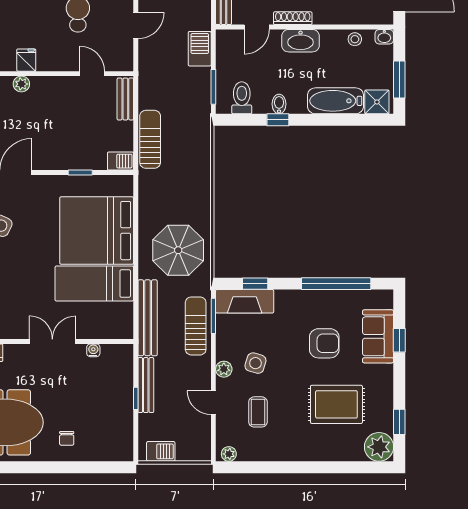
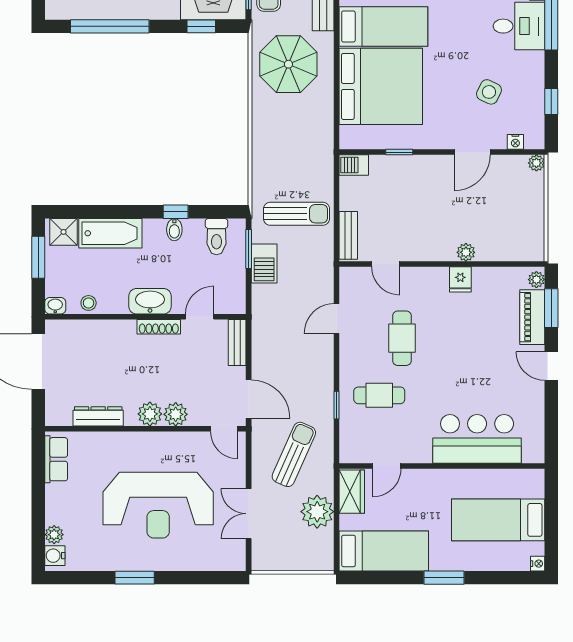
barbecue: (200, 49) -> (264, 263), moved
sun lounger: (150, 139) -> (297, 214), moved, turned -90

